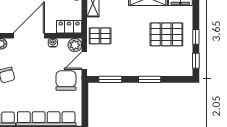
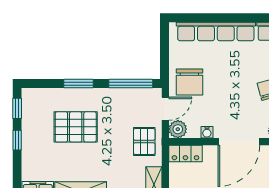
pallet: (166, 34) -> (76, 127), moved
pallet: (100, 36) -> (144, 142), turned 90
window: (110, 79) -> (131, 84), width x1.44

